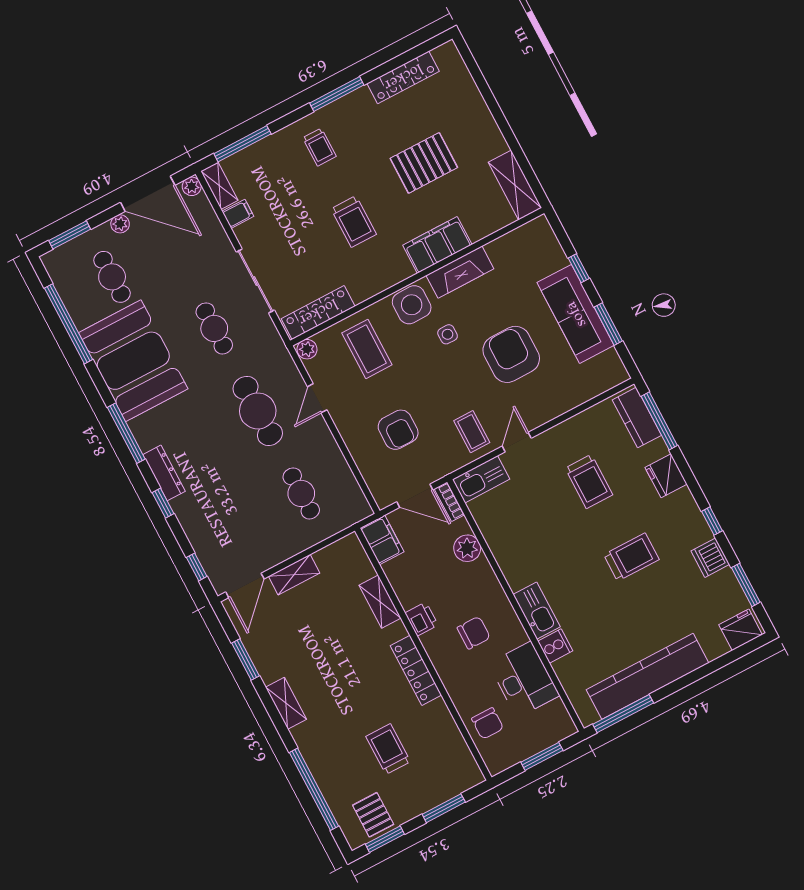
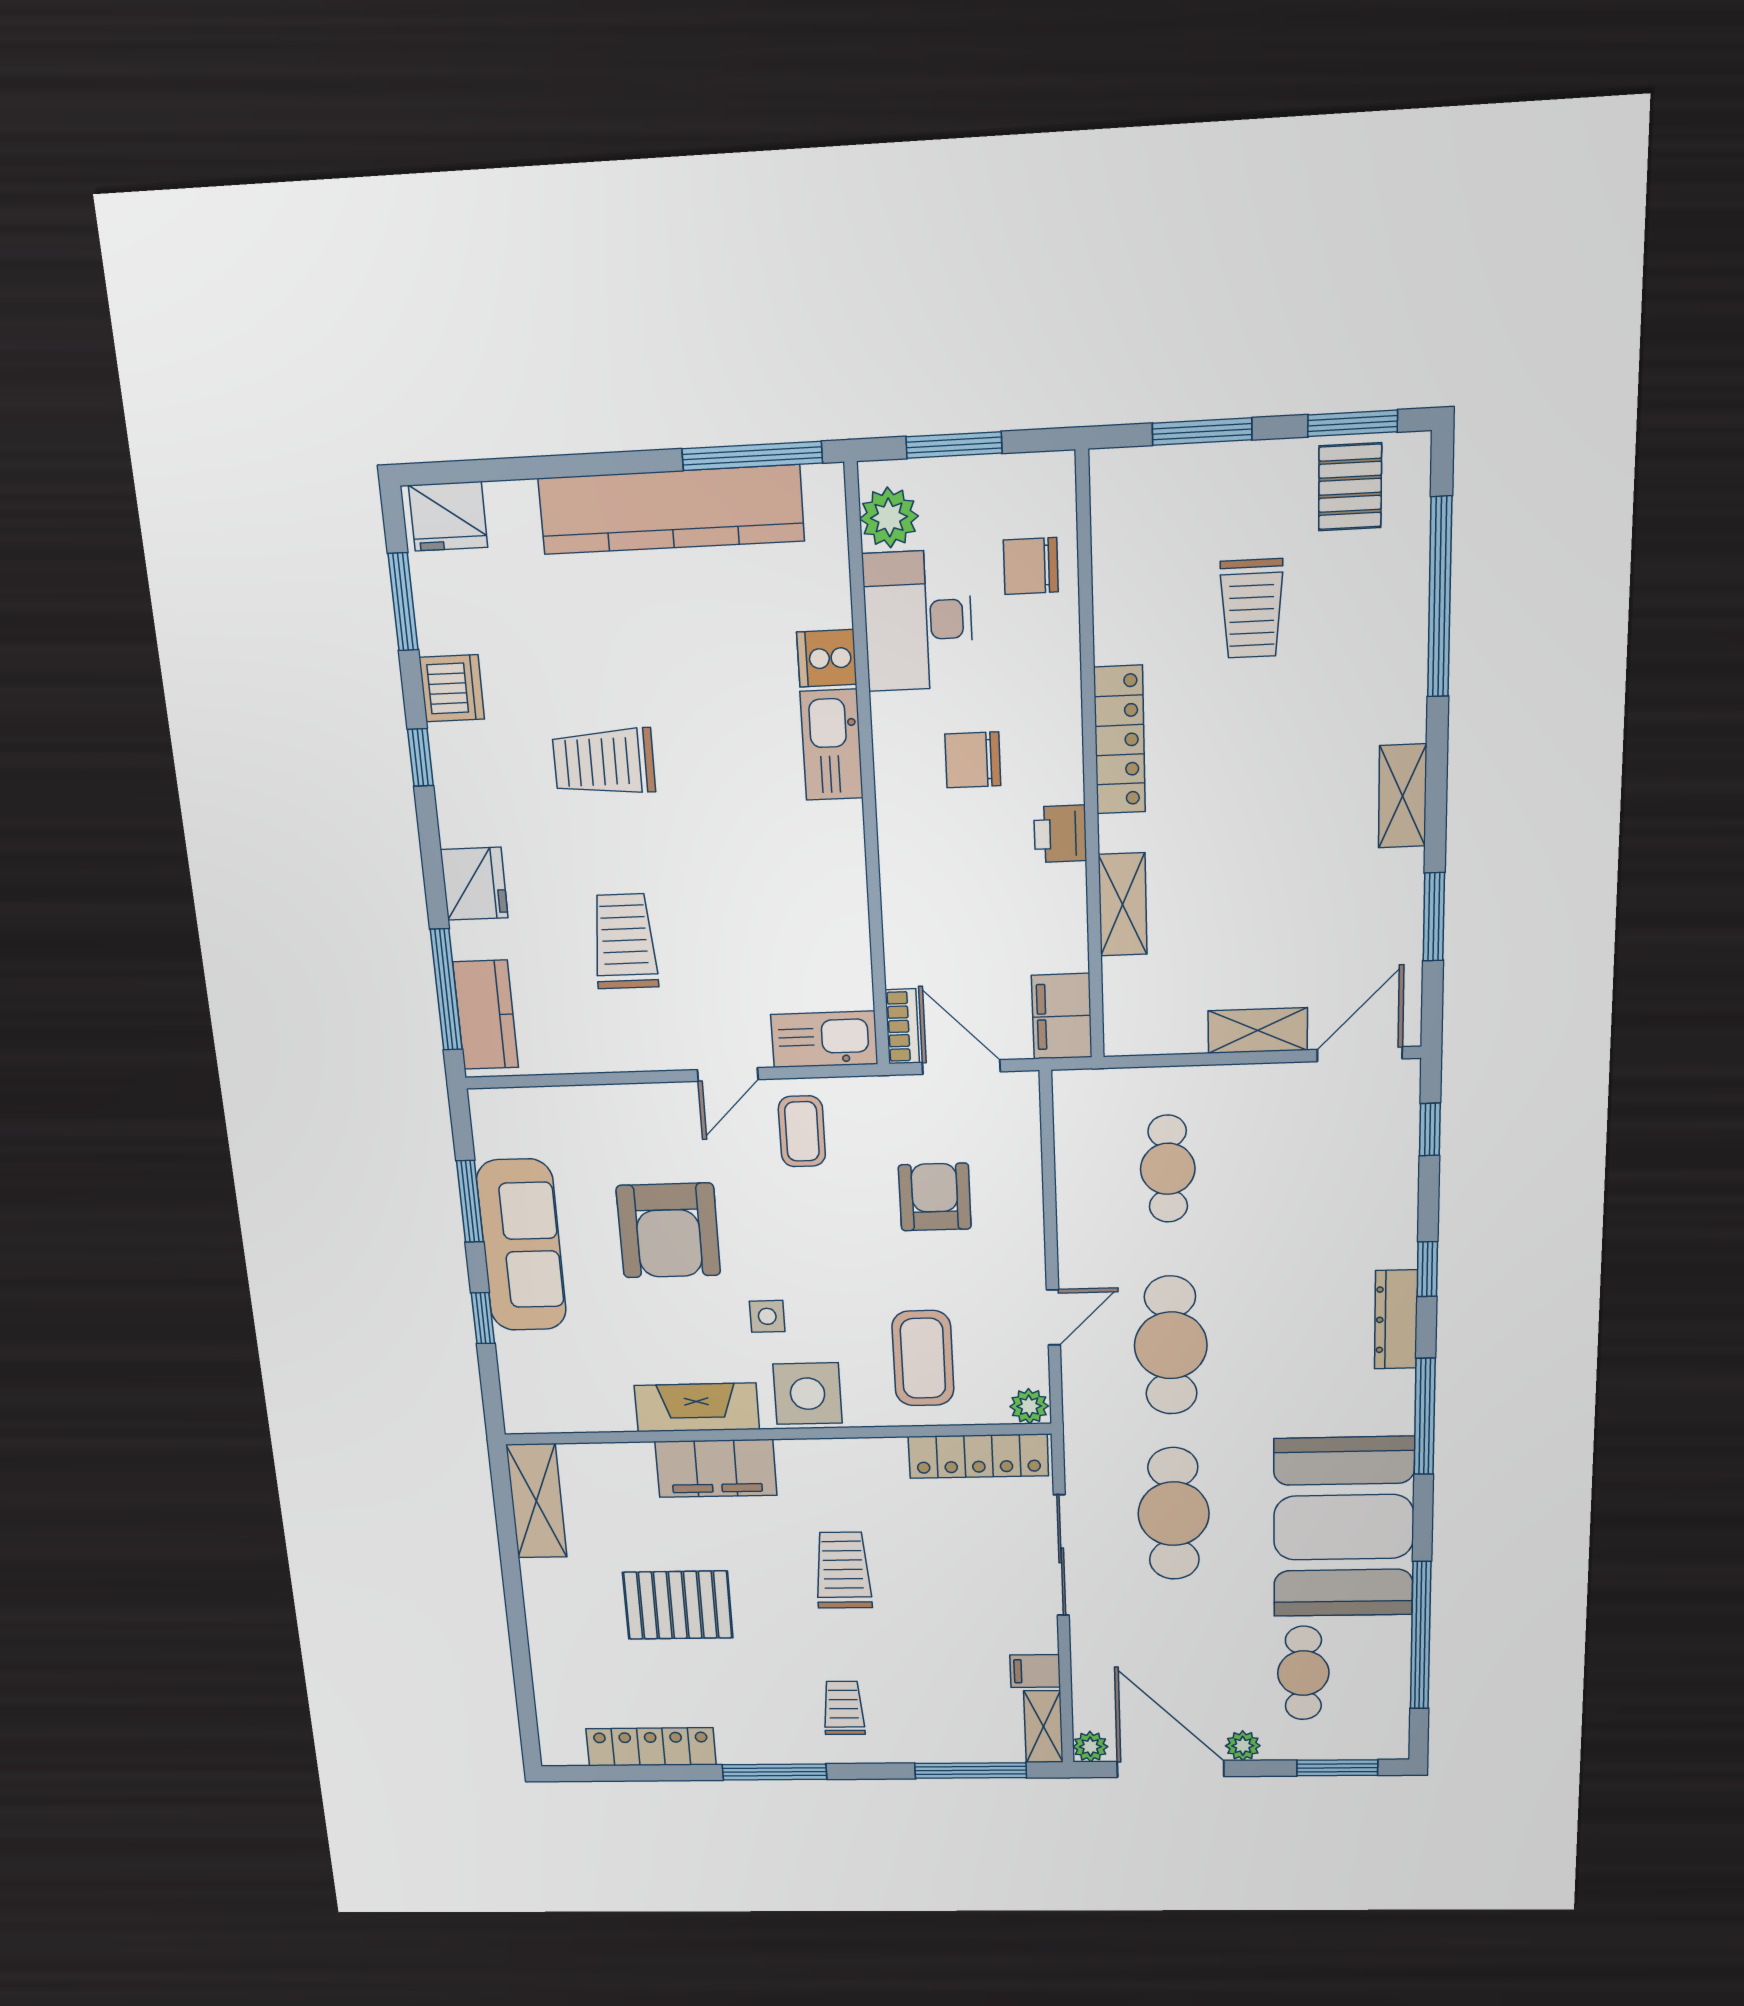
cafe table: (214, 328) -> (1174, 1514), width x1.37, depth x1.35
plant: (467, 548) -> (889, 517), moved
chair: (488, 723) -> (1031, 566), turned -90

